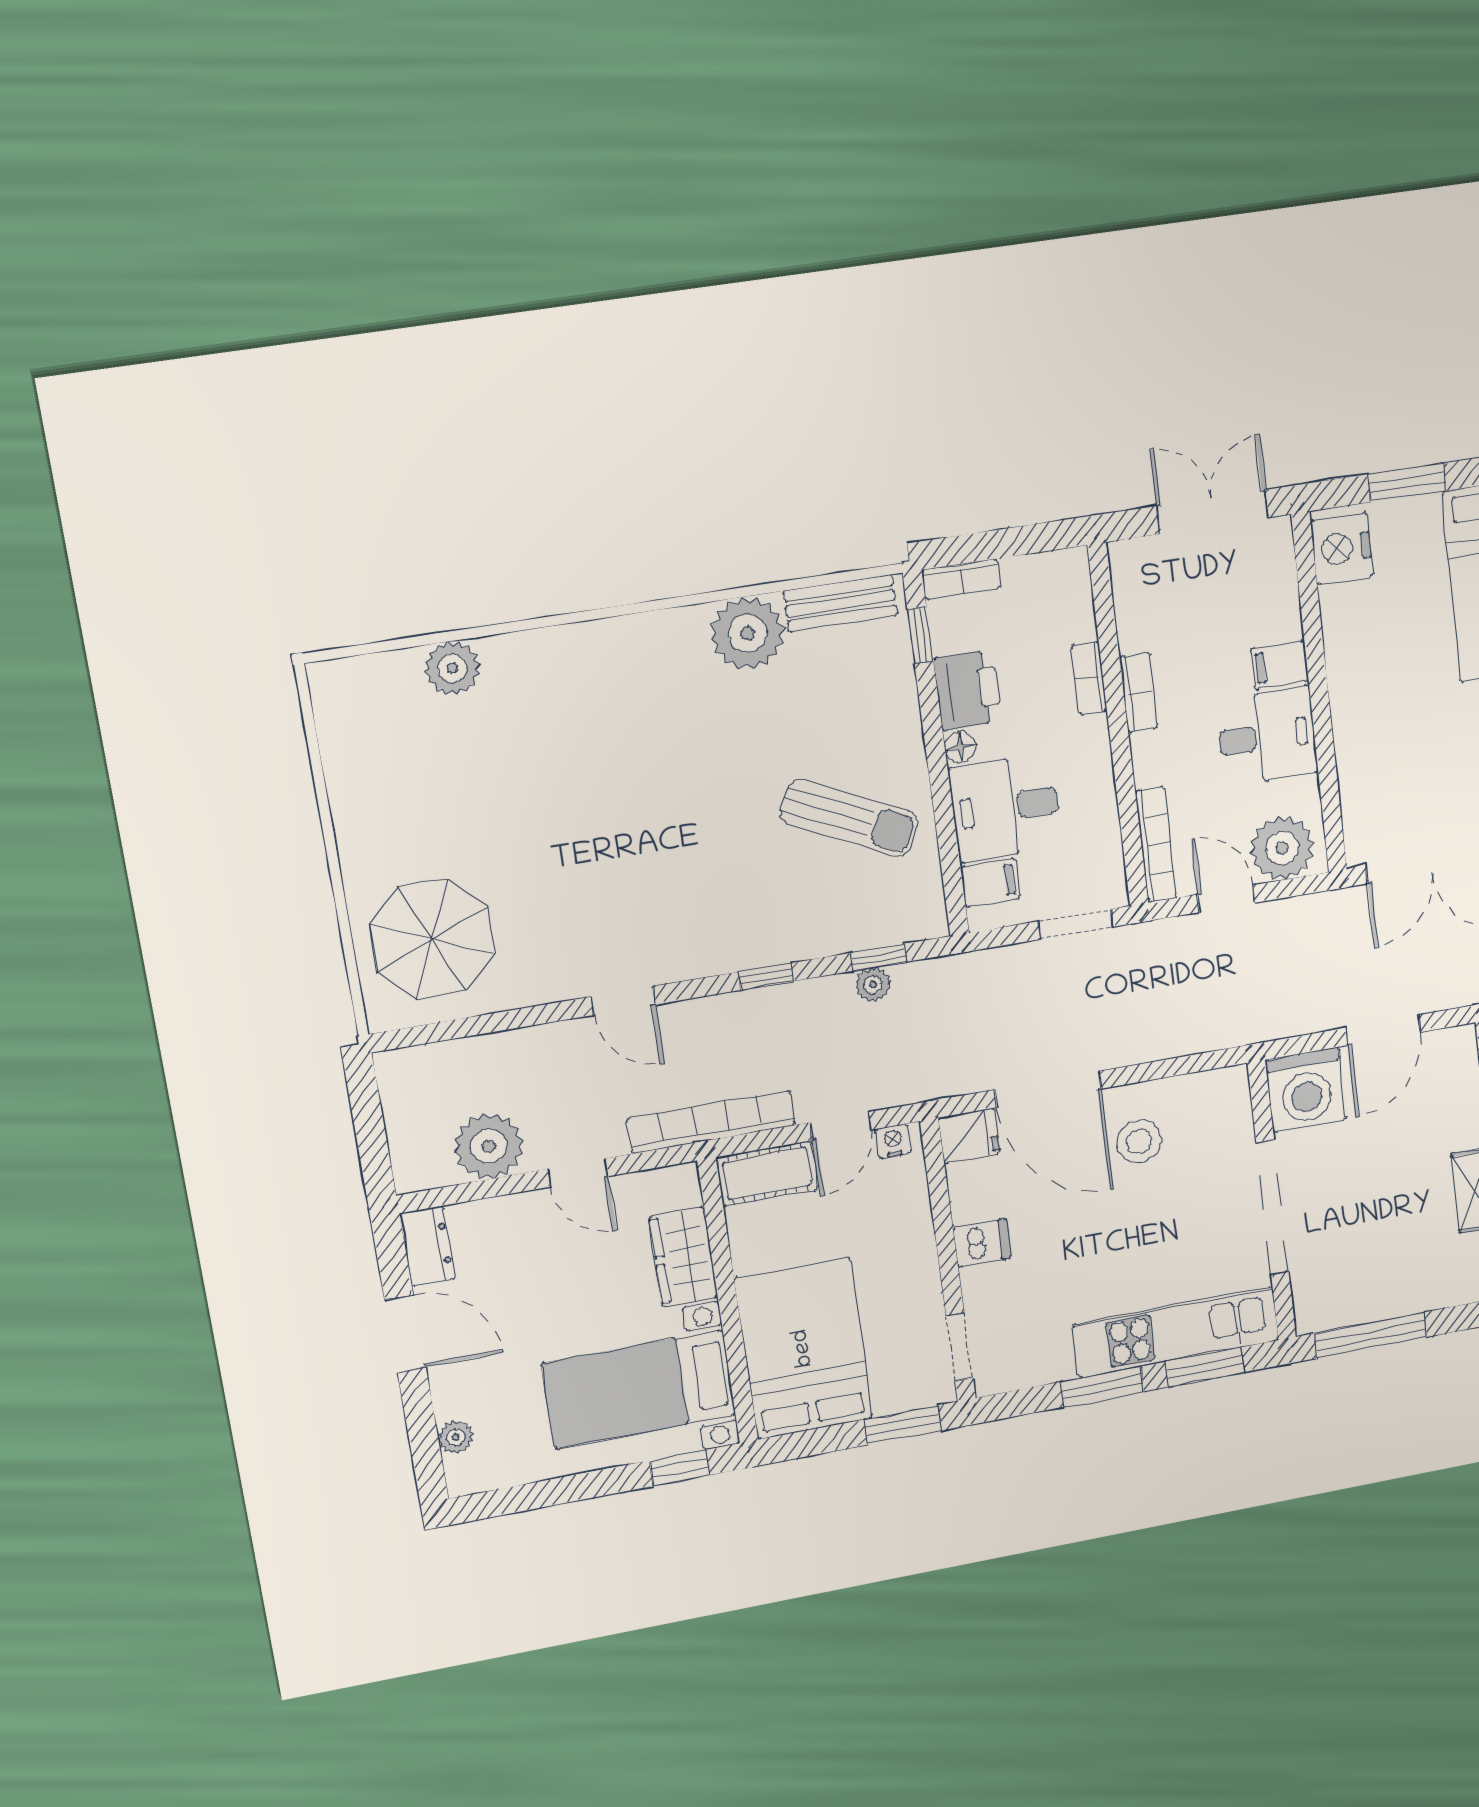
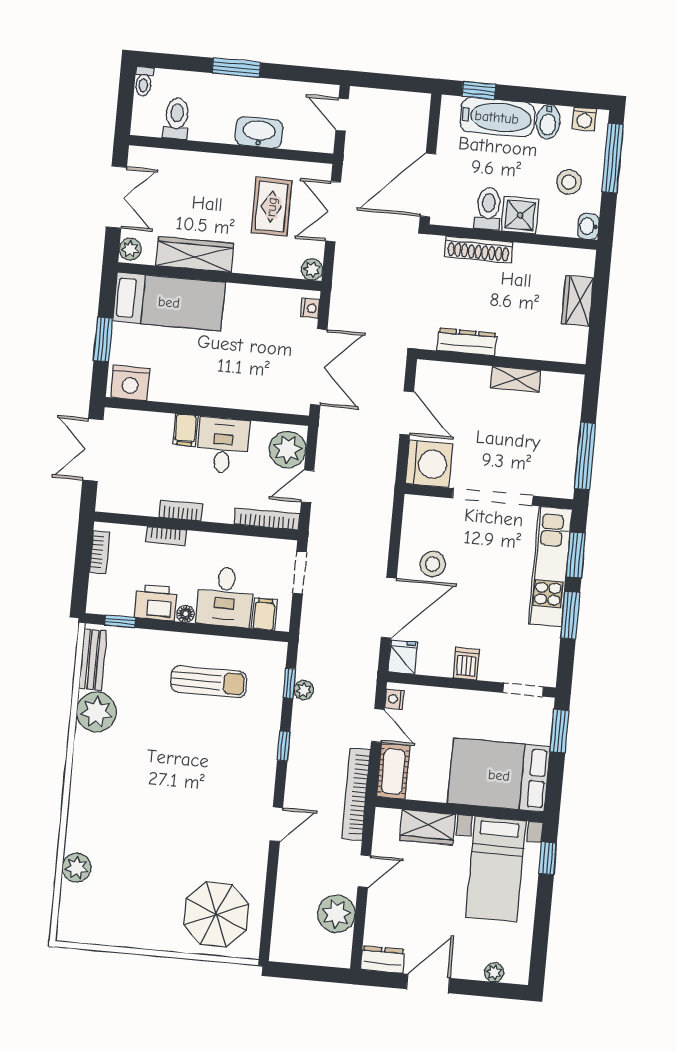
bookcase: (961, 579) -> (100, 552), moved
sun lounger: (849, 818) -> (209, 682), turned 64

